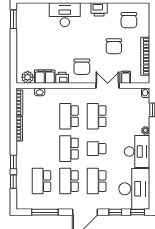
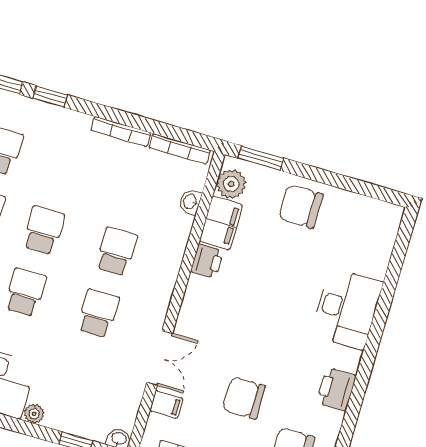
window: (13, 19) -> (261, 158), moved
chair: (82, 67) -> (301, 206), moved
school desk: (69, 116) -> (116, 252), width x0.54
school desk: (97, 116) -> (98, 313), width x0.54
school desk: (69, 149) -> (44, 230), width x0.54

